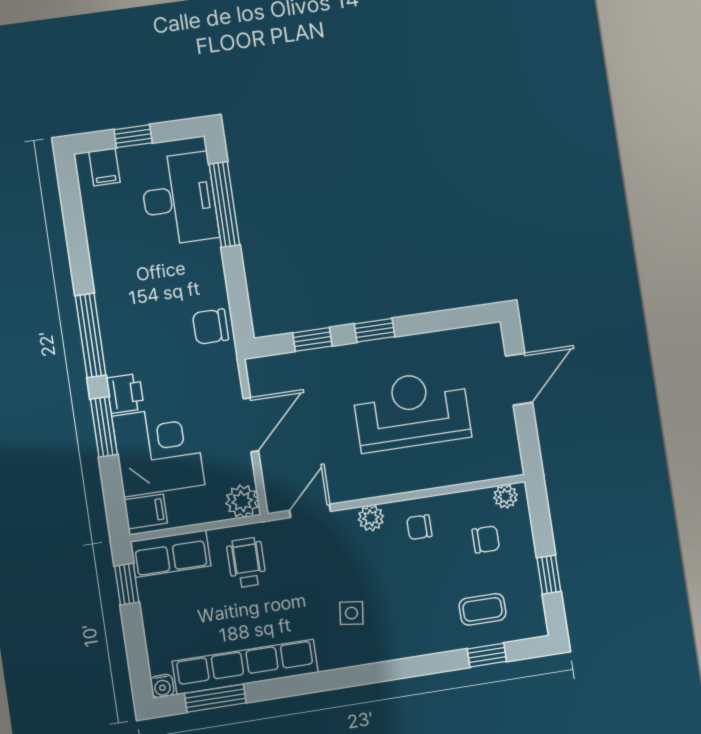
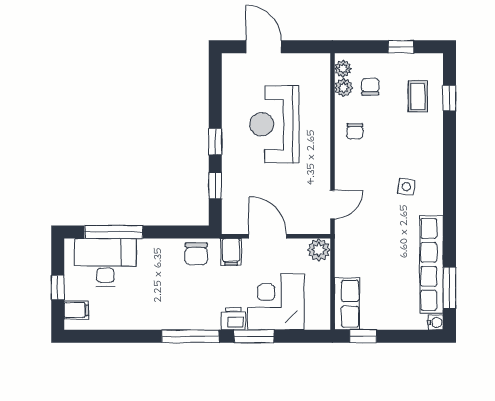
filing cabinet: (146, 511) -> (231, 252), moved, turned 180
door: (310, 511) -> (332, 205), swing flipped
plant: (371, 518) -> (344, 88), moved
wheelchair: (246, 563) -> (361, 253), removed

